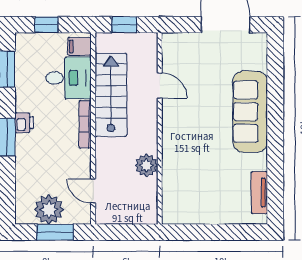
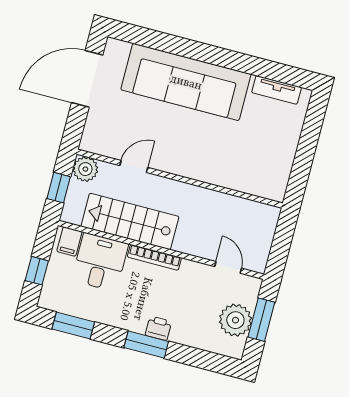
sofa: (250, 112) -> (186, 82), width x1.36, depth x1.27
printer: (24, 123) -> (158, 328), moved
plant: (146, 165) -> (85, 169), moved
door: (93, 191) -> (228, 267), swing flipped

